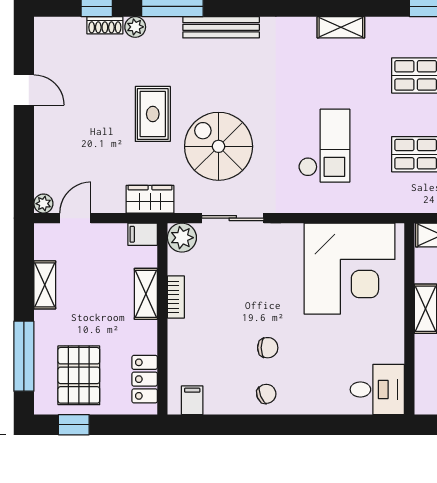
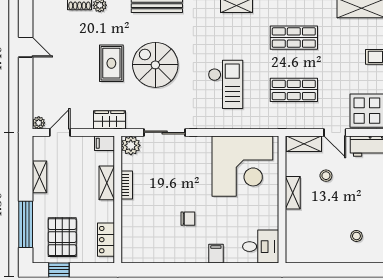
spiral stairs: (219, 146) -> (155, 65), moved
chair: (266, 394) -> (187, 249), removed
filing cabinet: (192, 400) -> (216, 254), moved

